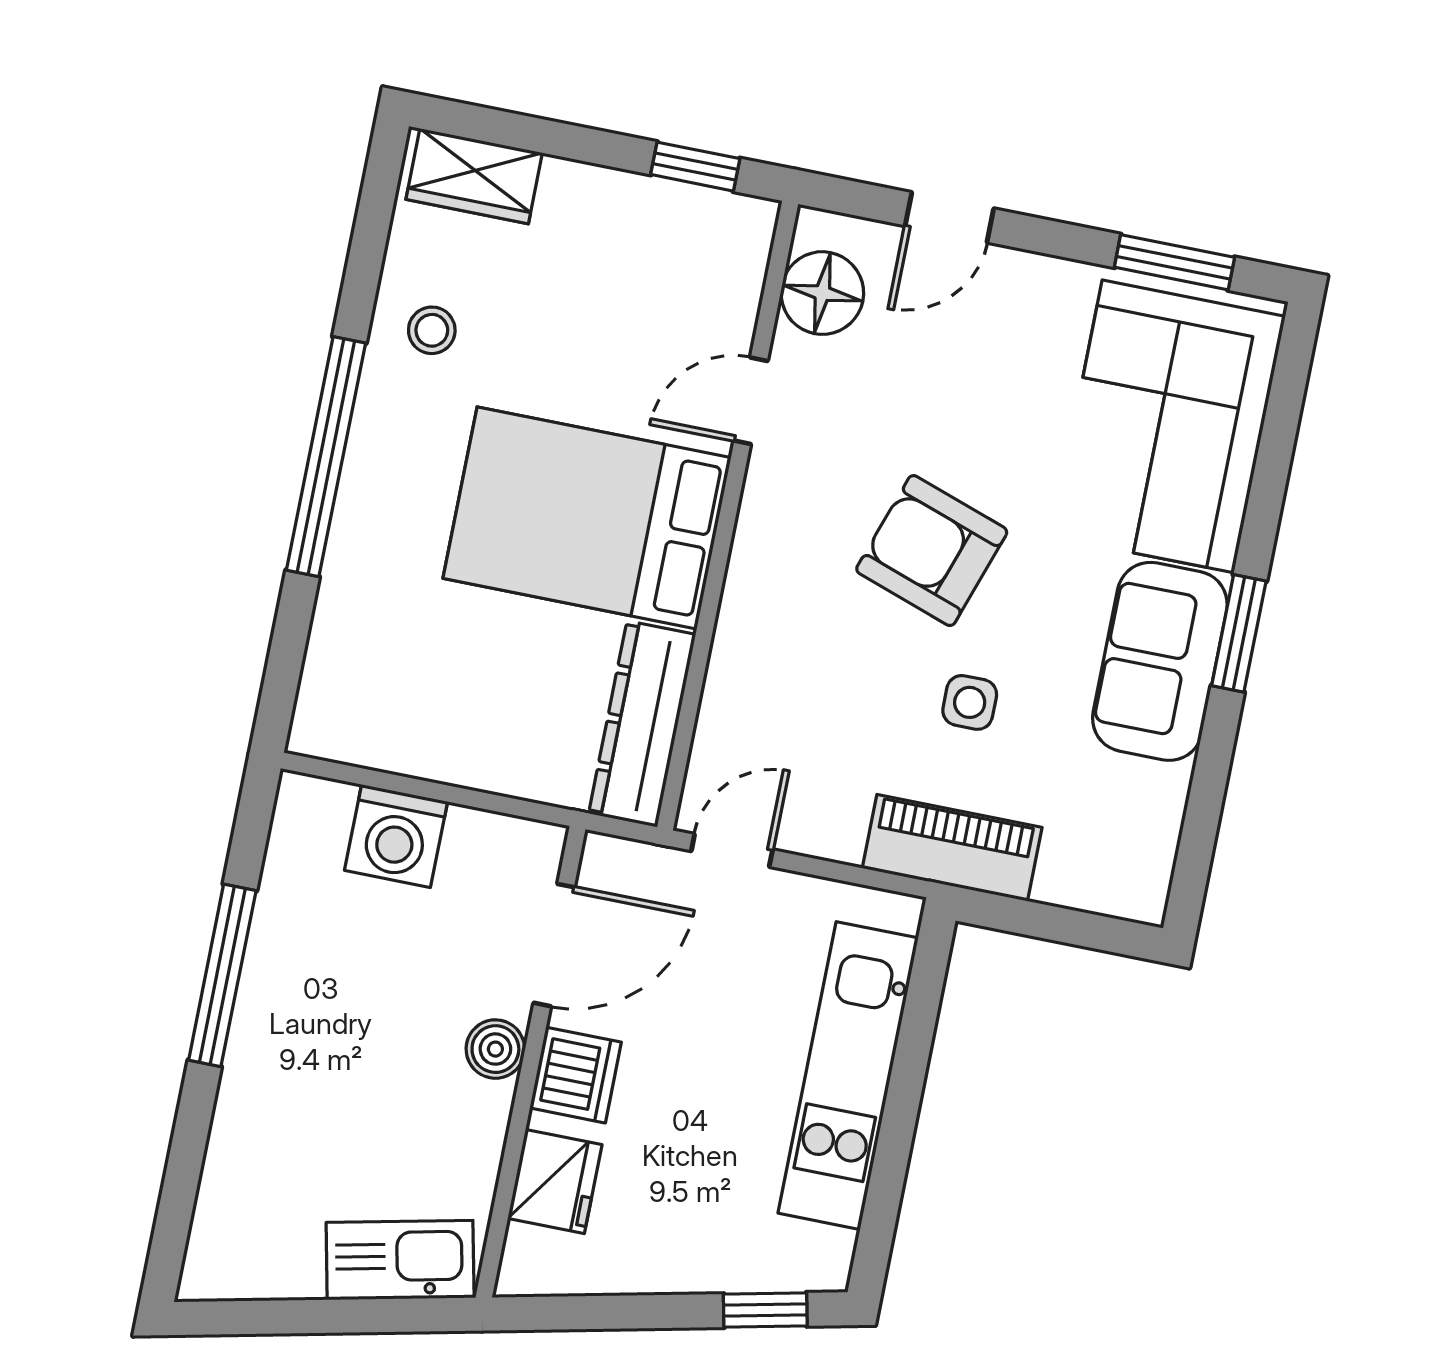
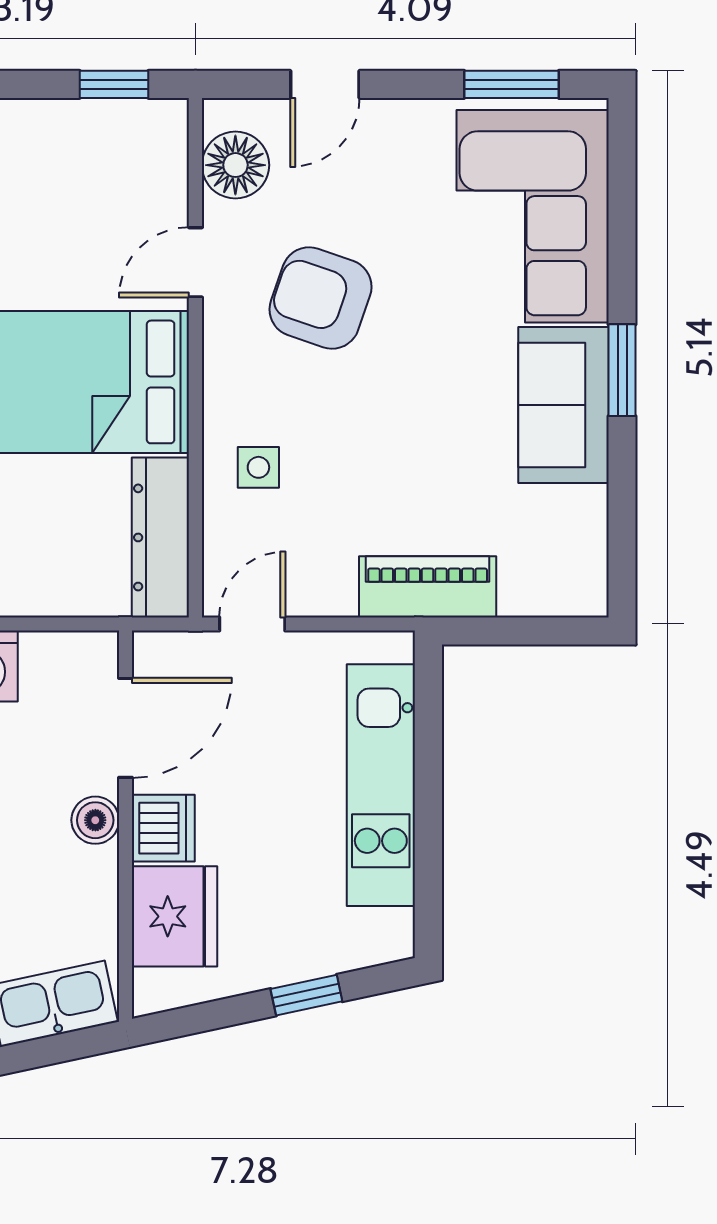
armchair: (932, 551) -> (321, 298), moved
side table: (970, 702) -> (258, 467), moved
fridge: (555, 1181) -> (175, 916), width x1.36, depth x1.34
window: (765, 1310) -> (306, 995), moved

